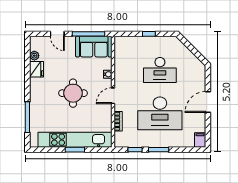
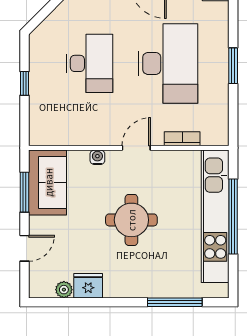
window: (89, 34) -> (25, 192), width x0.69
door: (113, 96) -> (136, 148), swing flipped
window: (75, 150) -> (233, 217), width x2.11
window: (135, 150) -> (233, 108), removed

